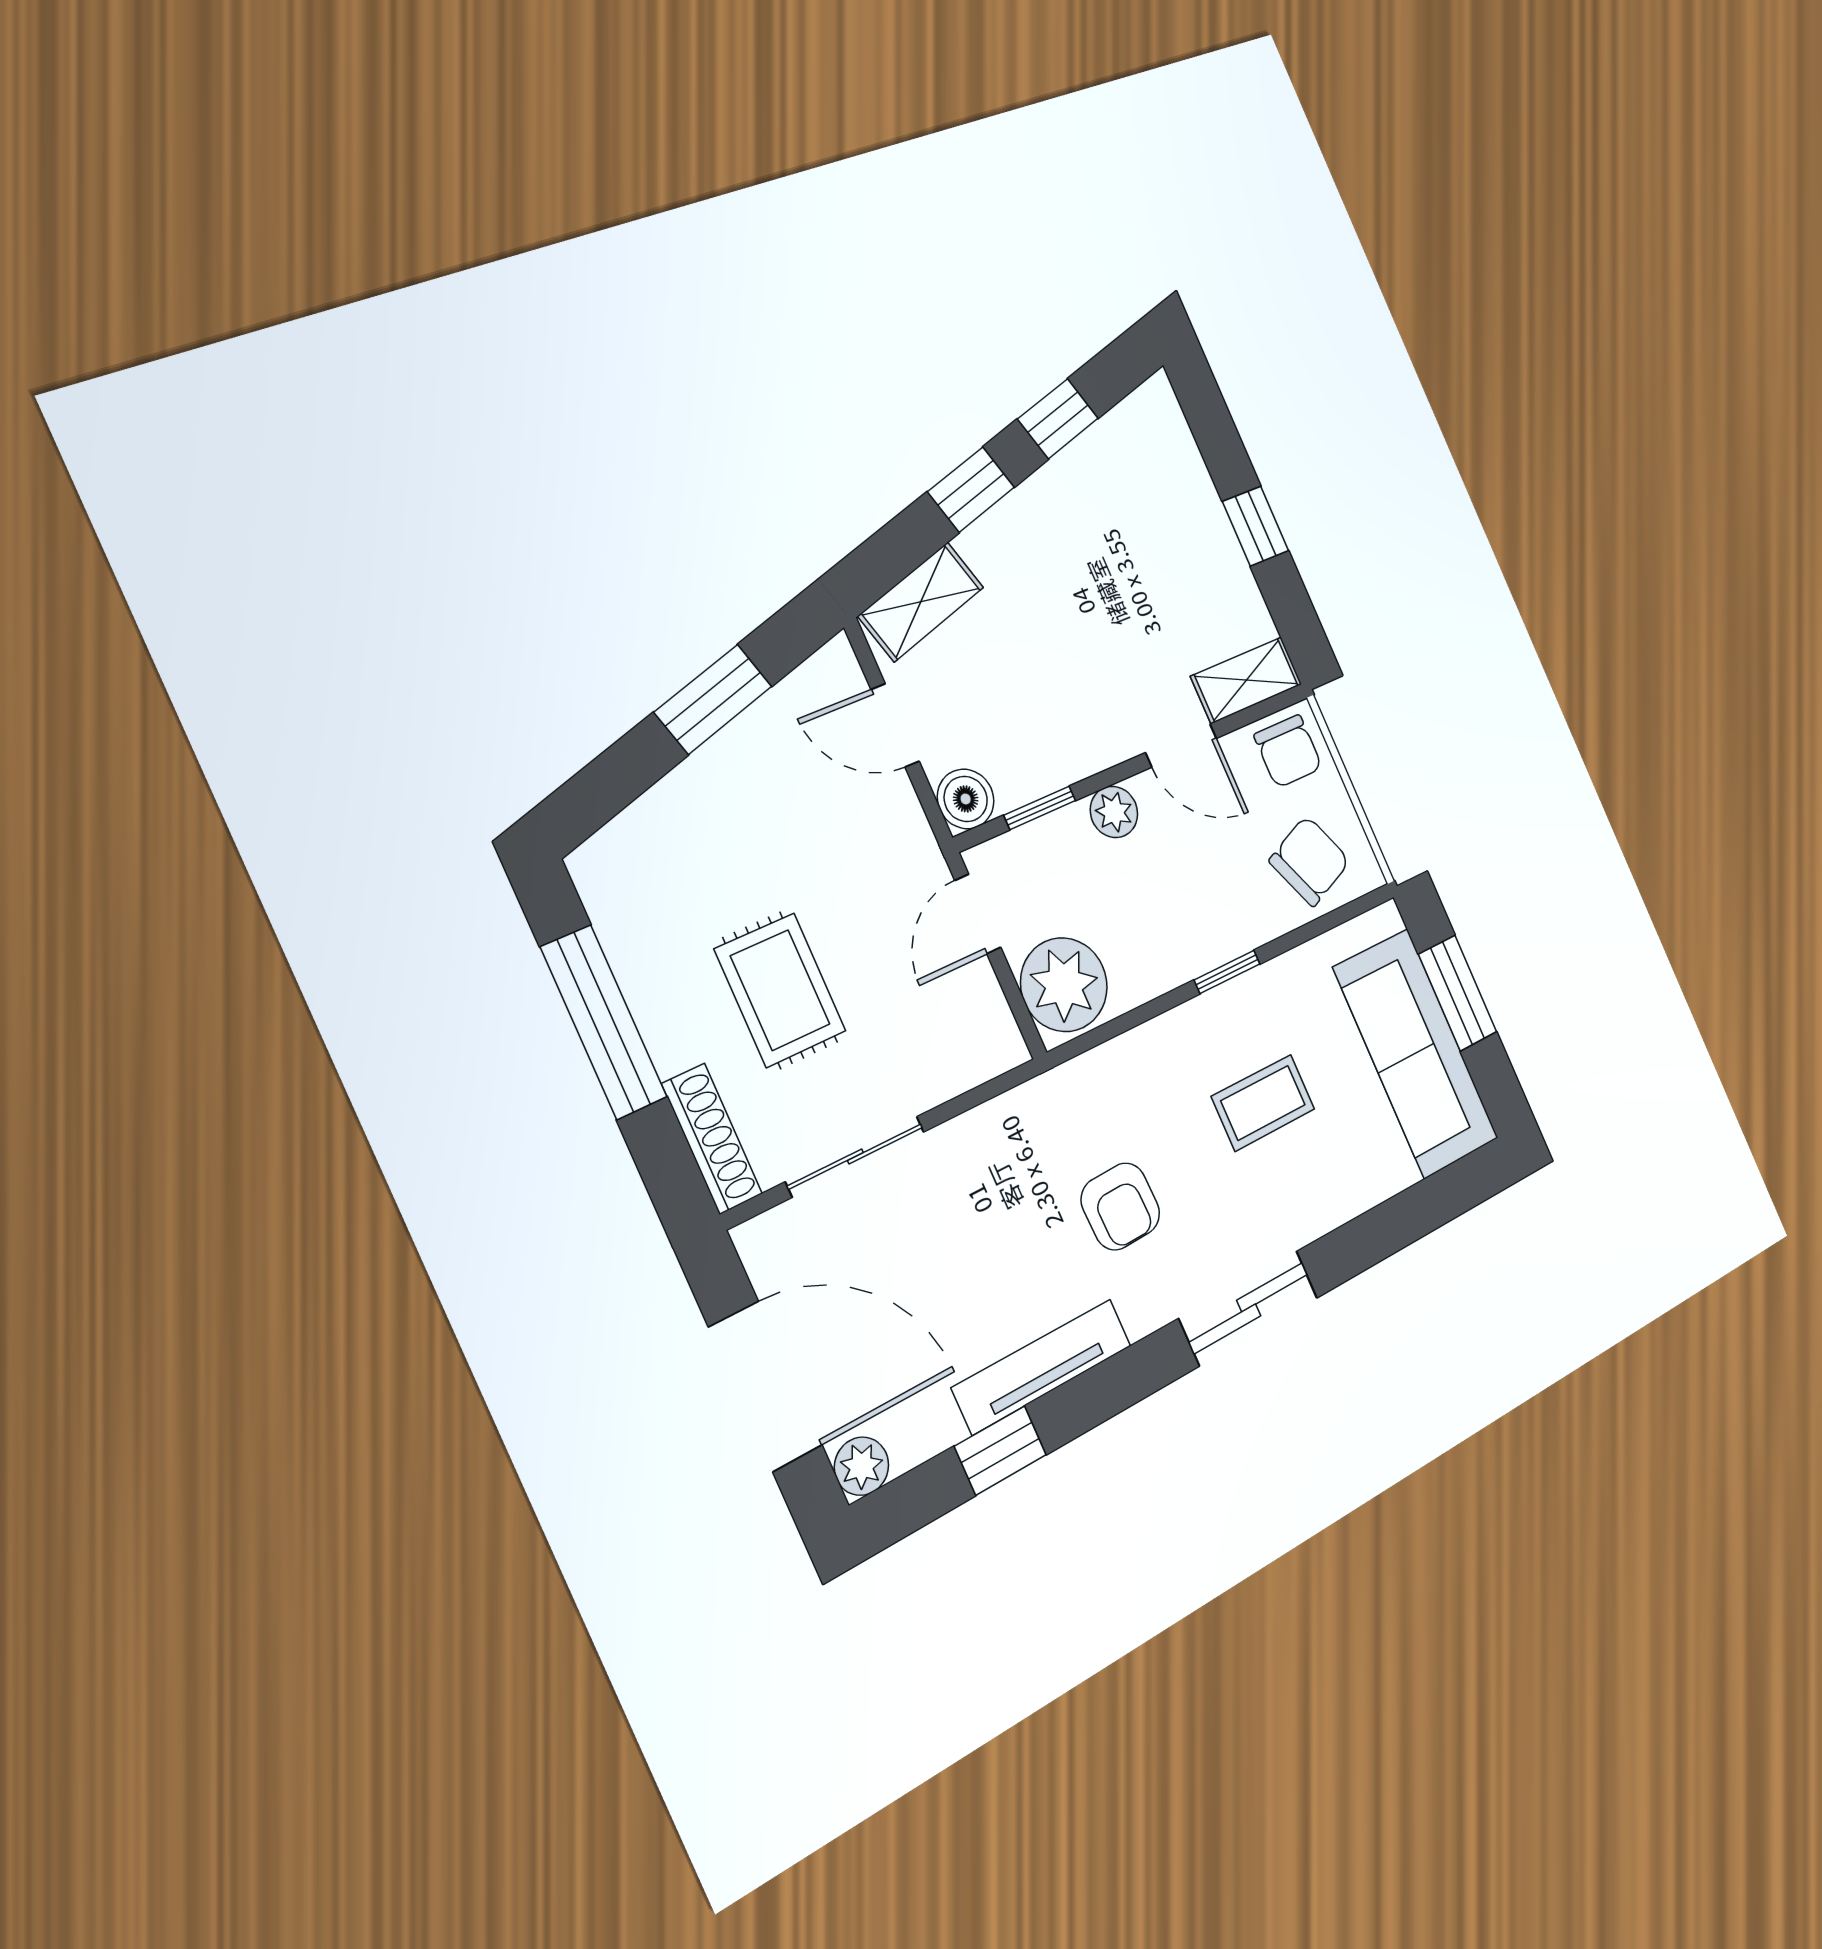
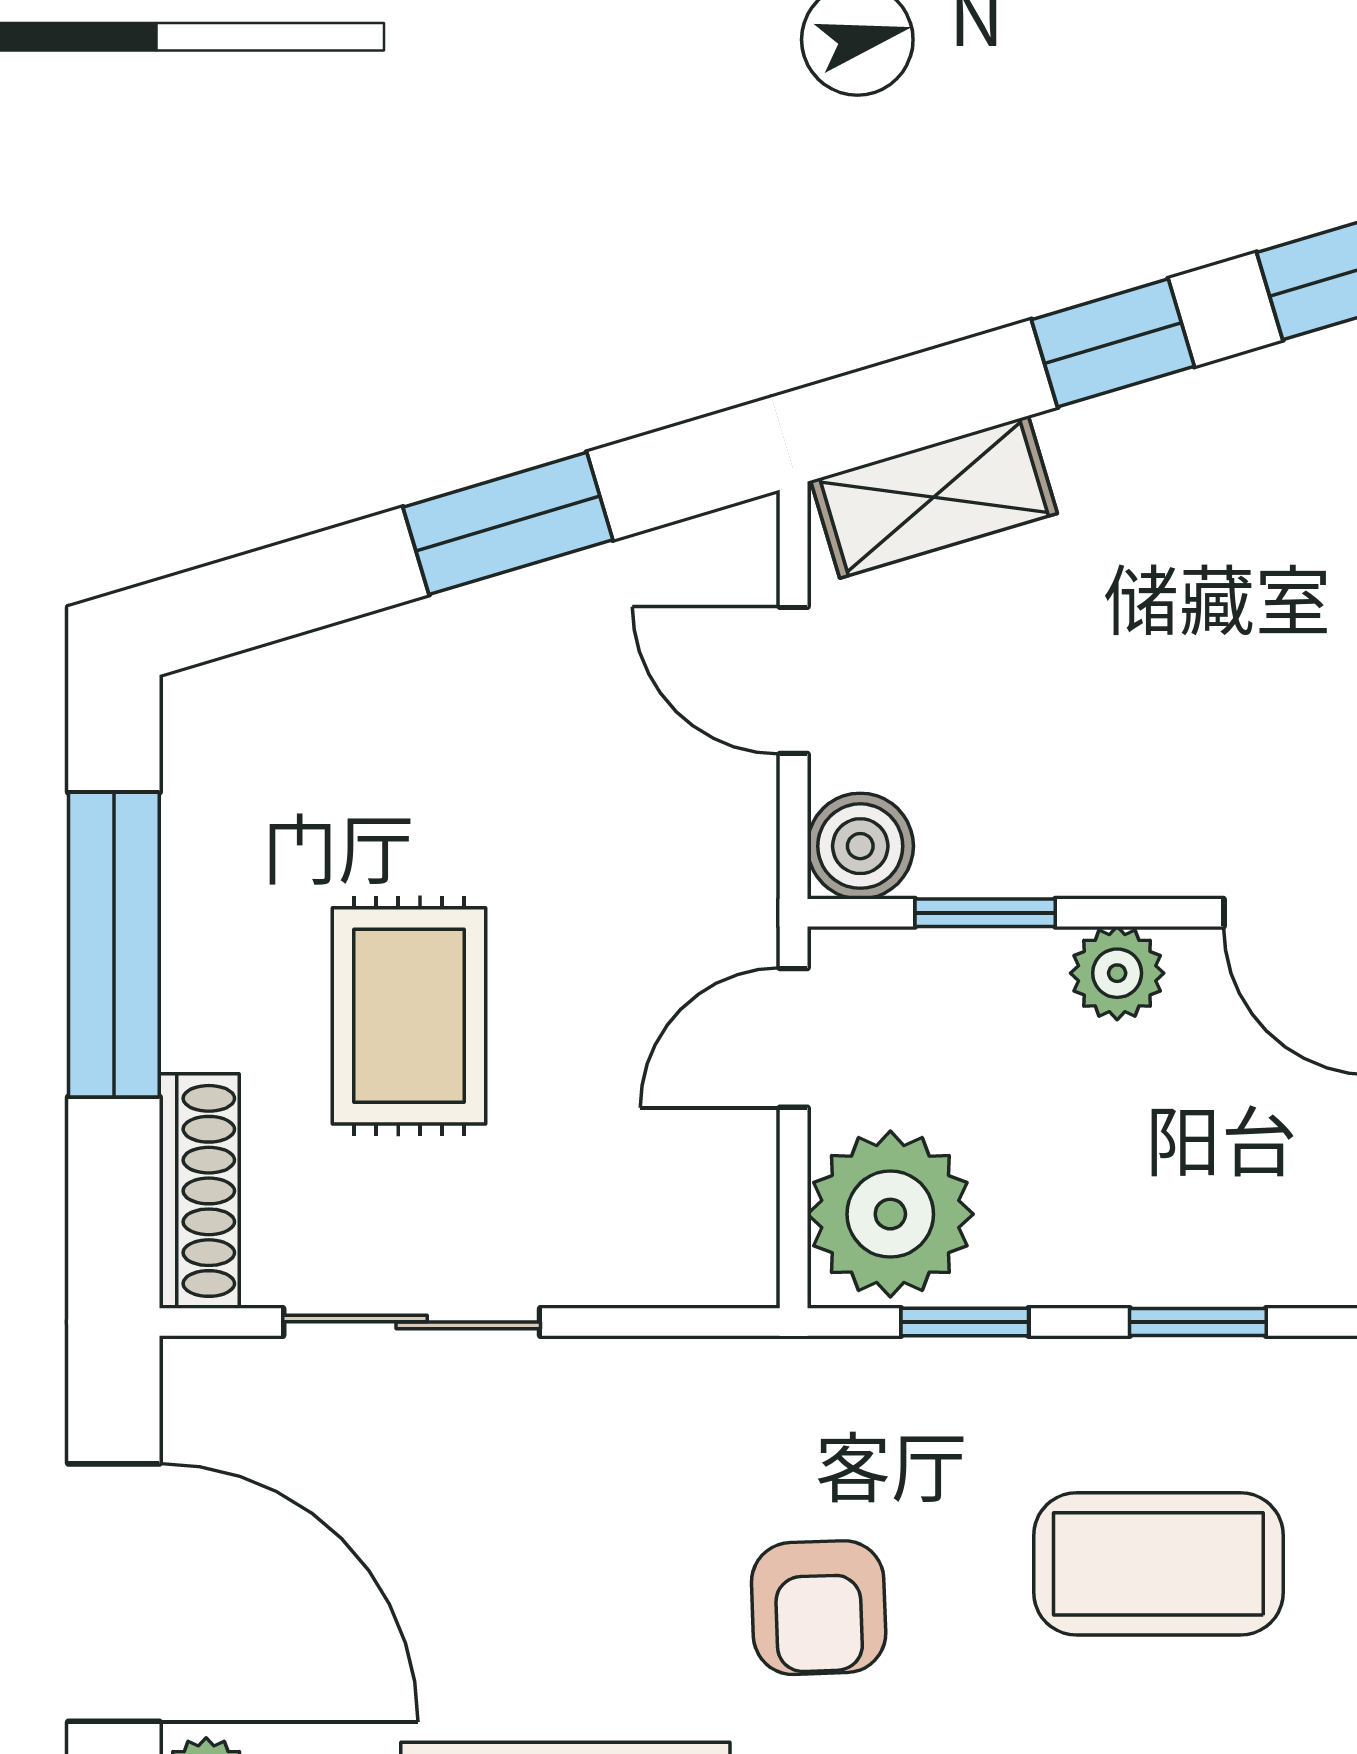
window: (1123, 1024) -> (965, 1322), added
coffee table: (1263, 1103) -> (1158, 1564), width x1.36, depth x1.30

